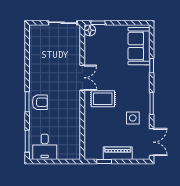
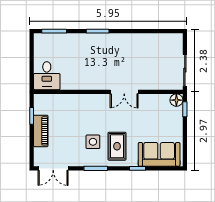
rug: (103, 99) -> (117, 146), moved
armchair: (40, 102) -> (97, 45), removed
side table: (133, 118) -> (93, 142), moved
desk: (45, 147) -> (47, 76), moved, turned -90

